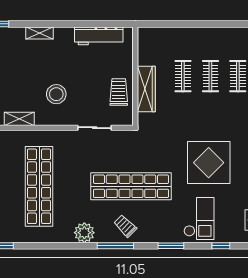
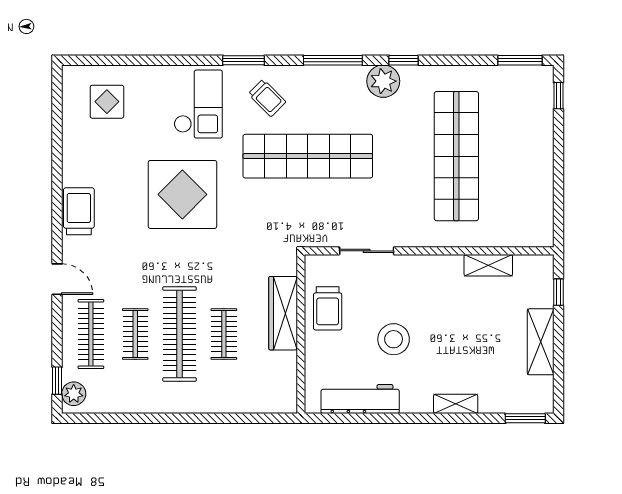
clothes rail: (210, 76) -> (180, 334), width x1.86, depth x1.31
stool: (56, 94) -> (394, 339), moved
checkout: (199, 219) -> (198, 104), turned 180
trolley: (125, 226) -> (267, 98), moved
window: (221, 246) -> (404, 60), moved

